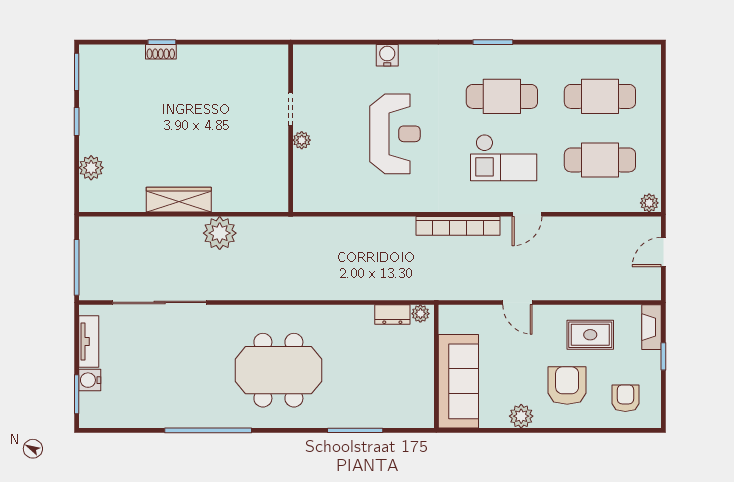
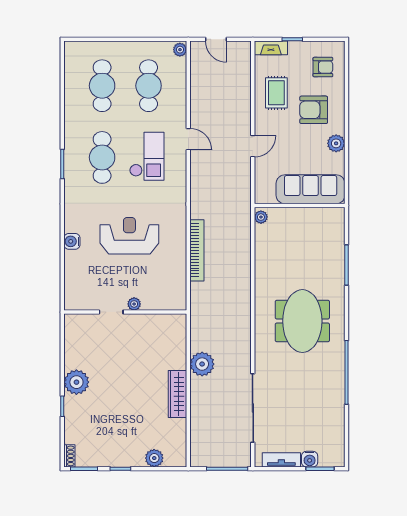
shoe rack: (161, 52) -> (69, 456), moved
plant: (195, 61) -> (76, 382), added
bookcase: (458, 226) -> (197, 250), moved
dresser: (392, 315) -> (262, 238), removed
armchair: (625, 398) -> (323, 67), turned 180

